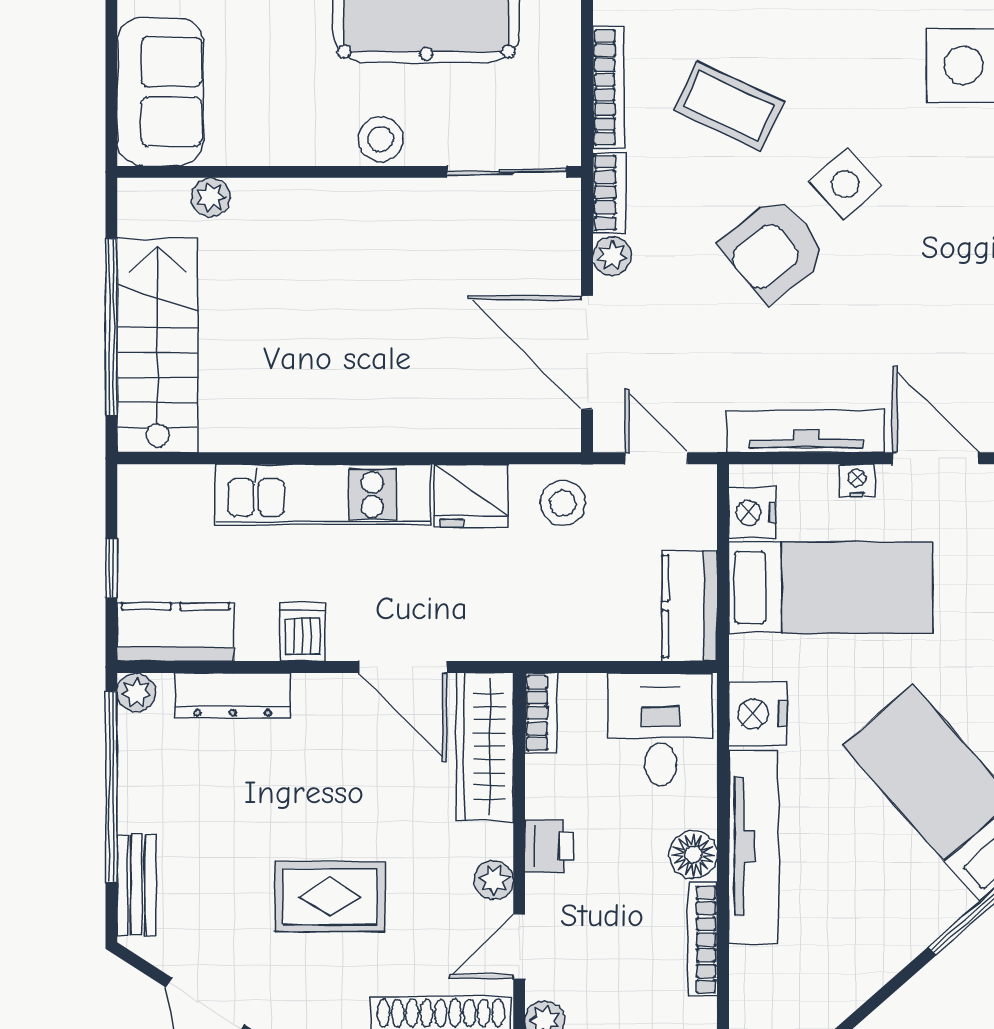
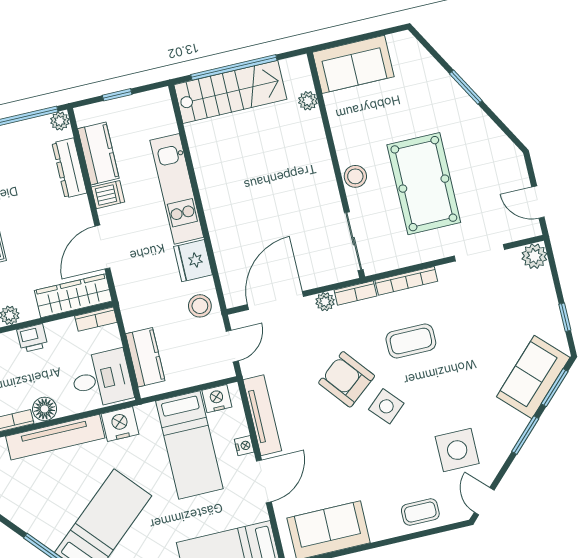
coffee table: (729, 106) -> (411, 341), turned 65
kitchen counter: (690, 606) -> (145, 357), moved, turned 90
kitchen counter: (176, 632) -> (98, 153), moved

